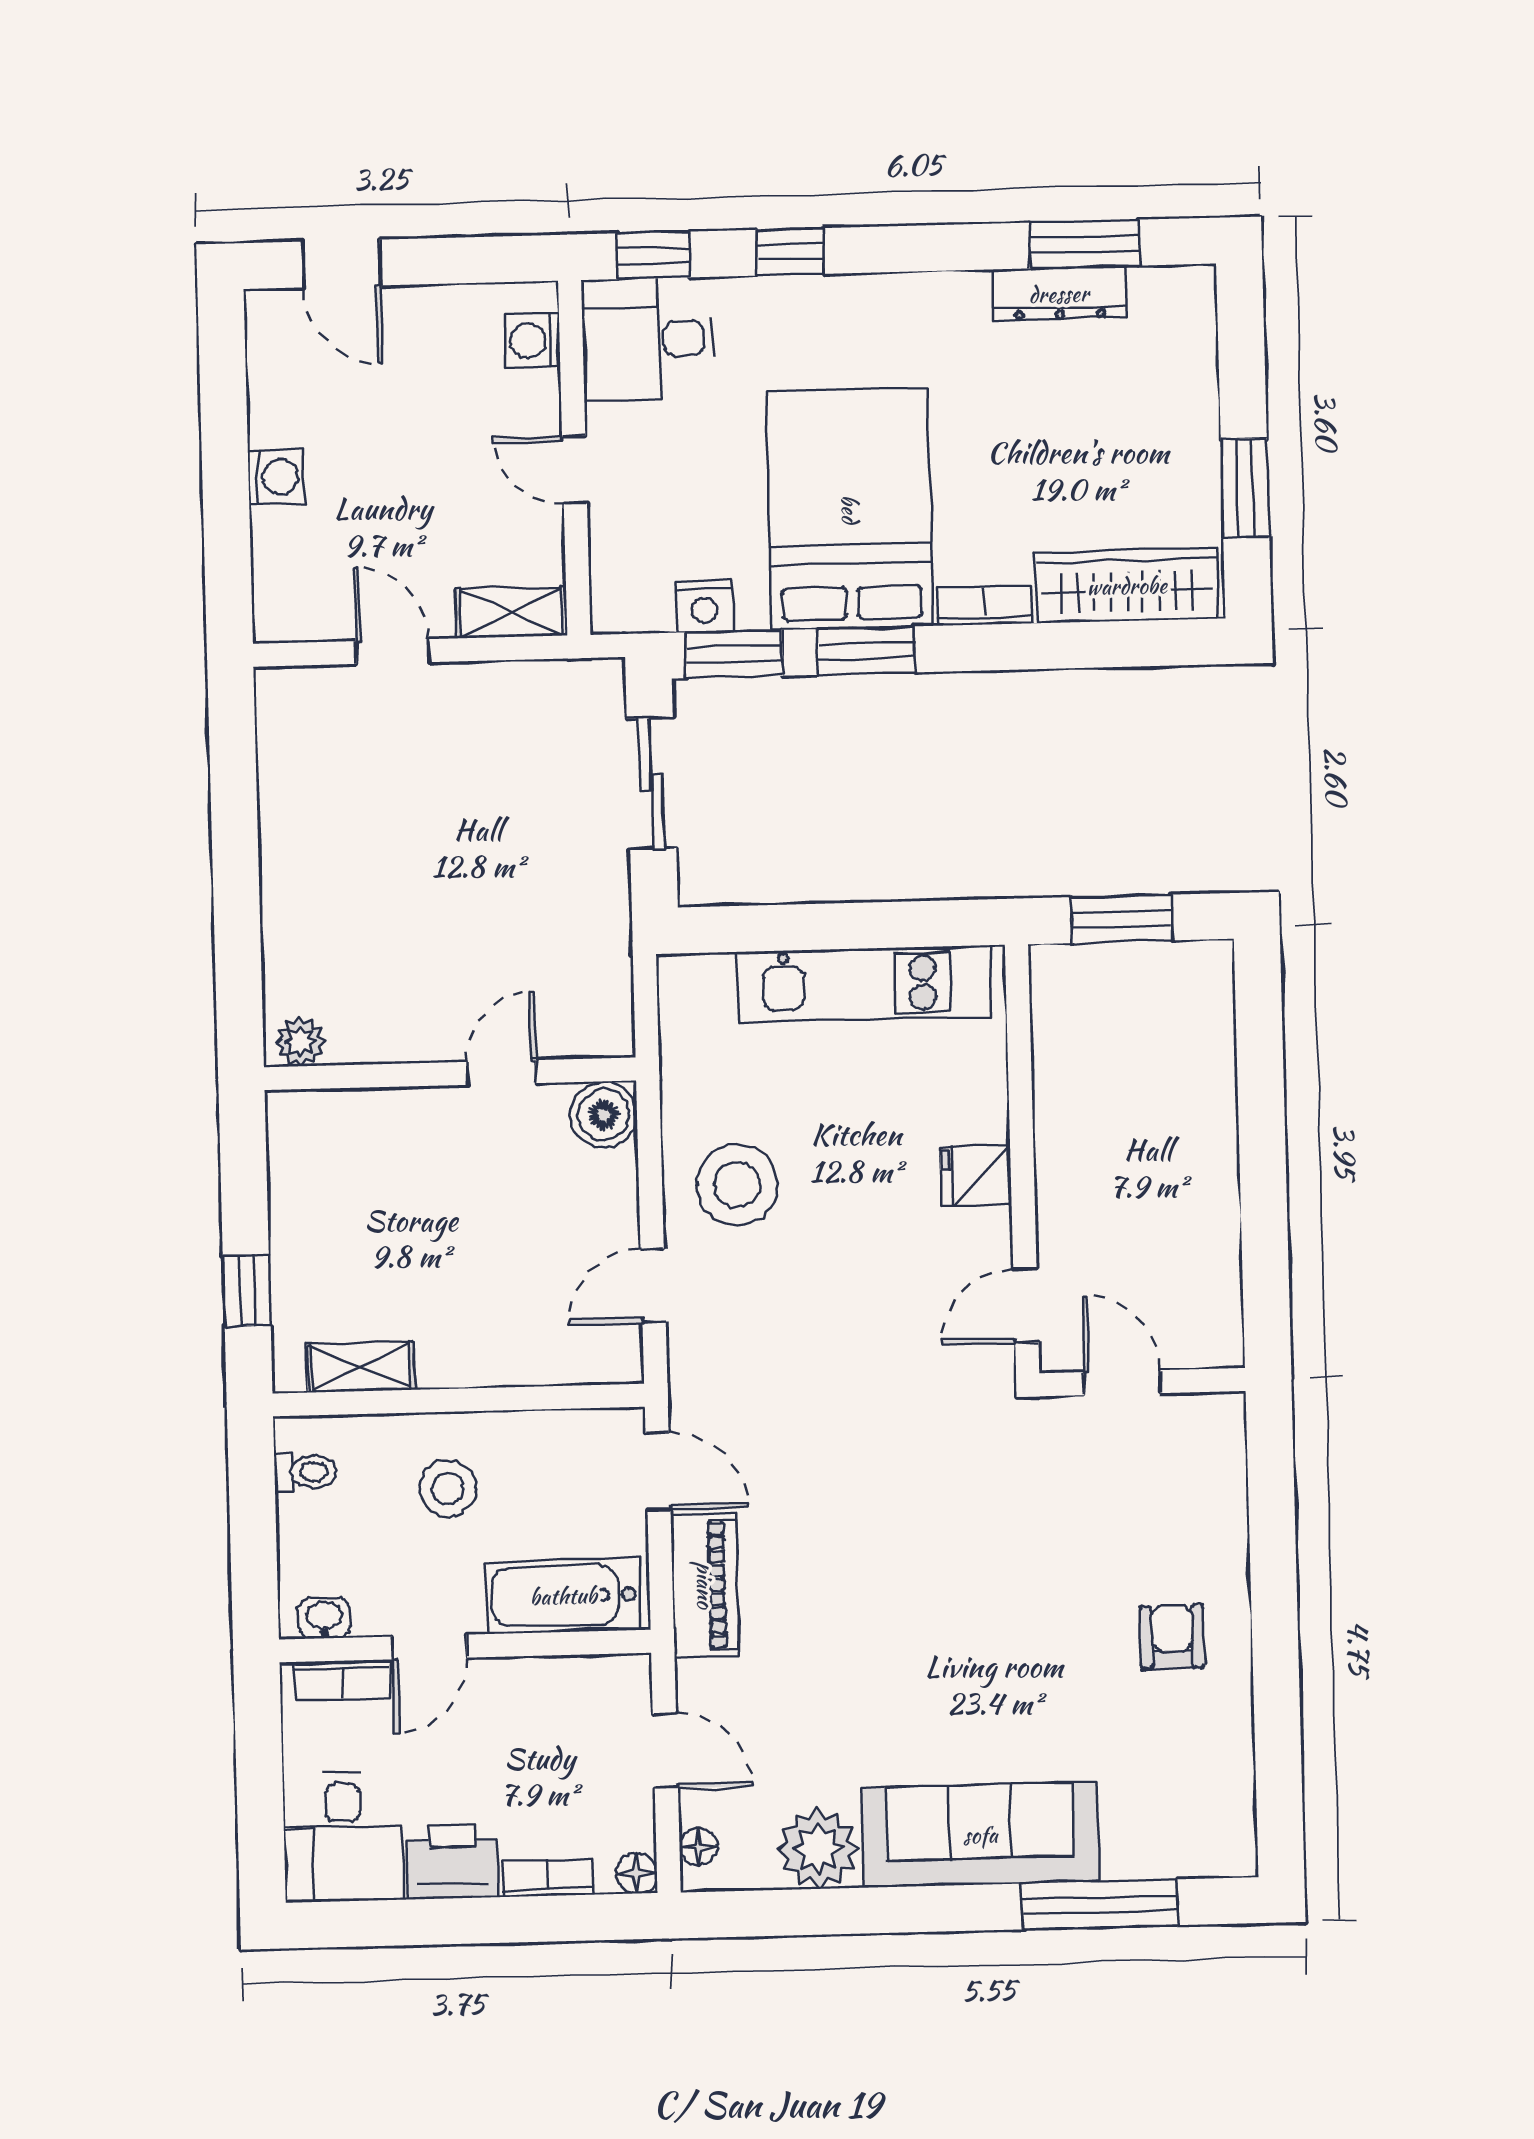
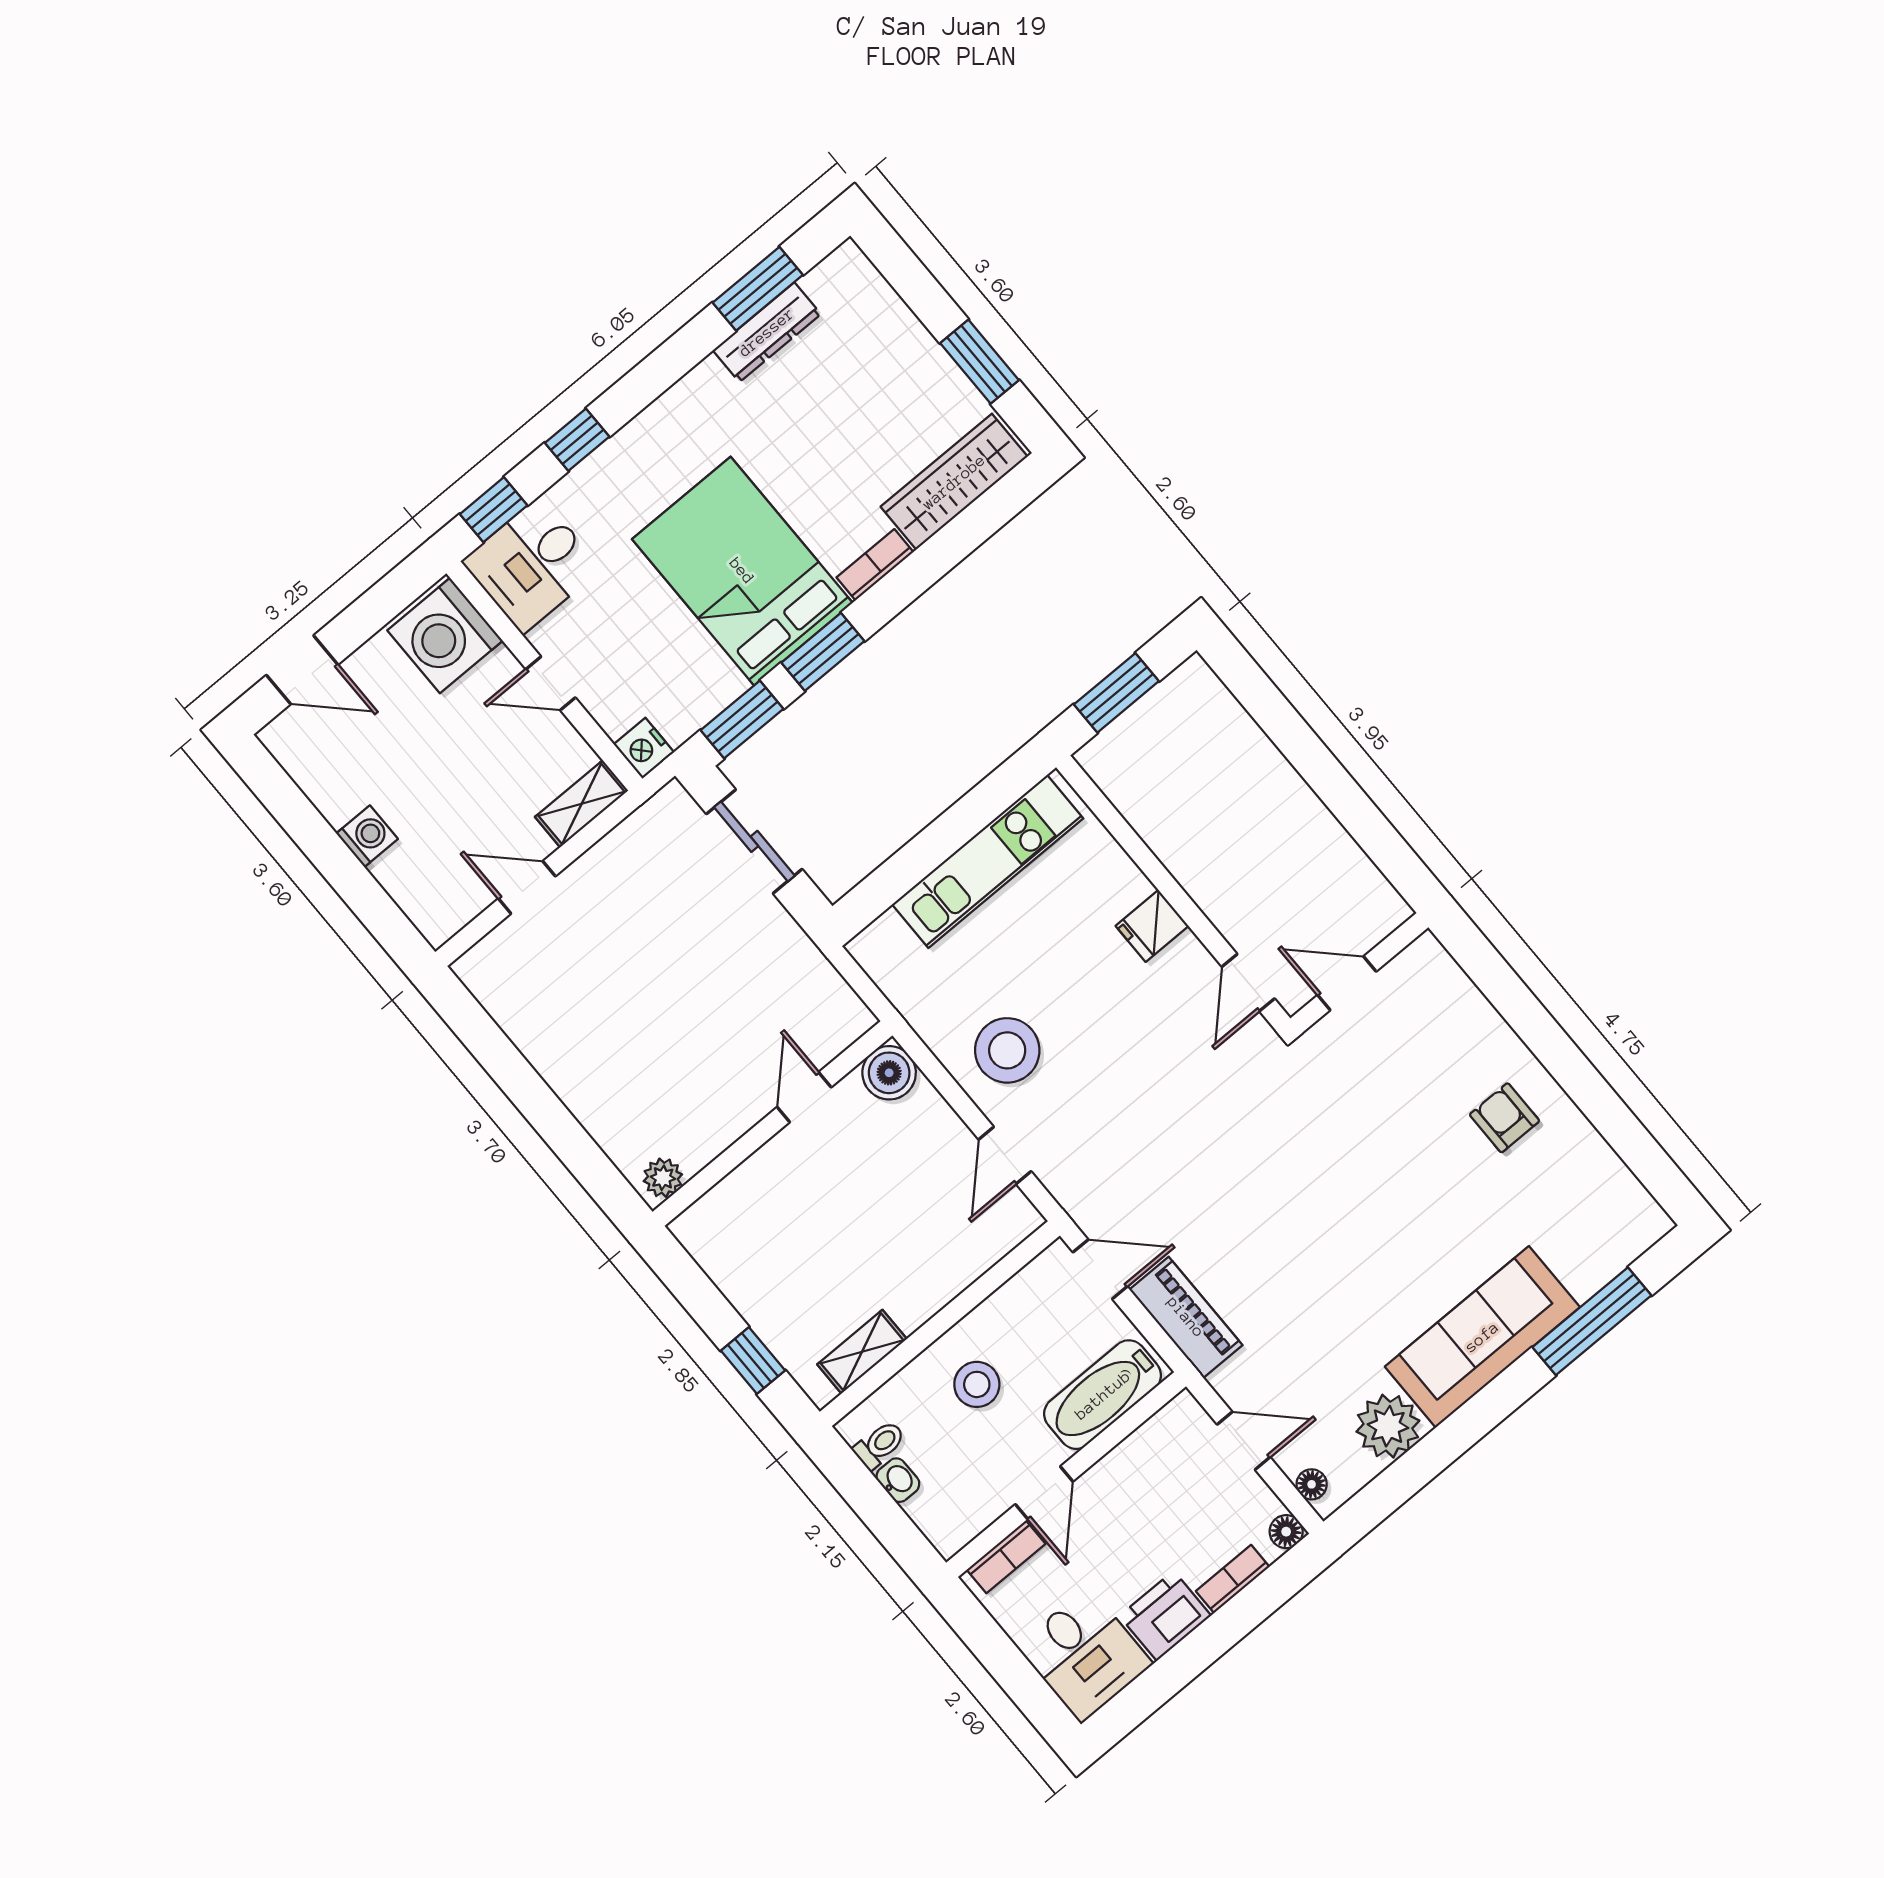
washing machine: (532, 340) -> (445, 636), width x1.89, depth x1.89
nightstand: (704, 606) -> (644, 748), moved, turned 90
washbasin: (324, 1618) -> (898, 1480), moved, turned 90

